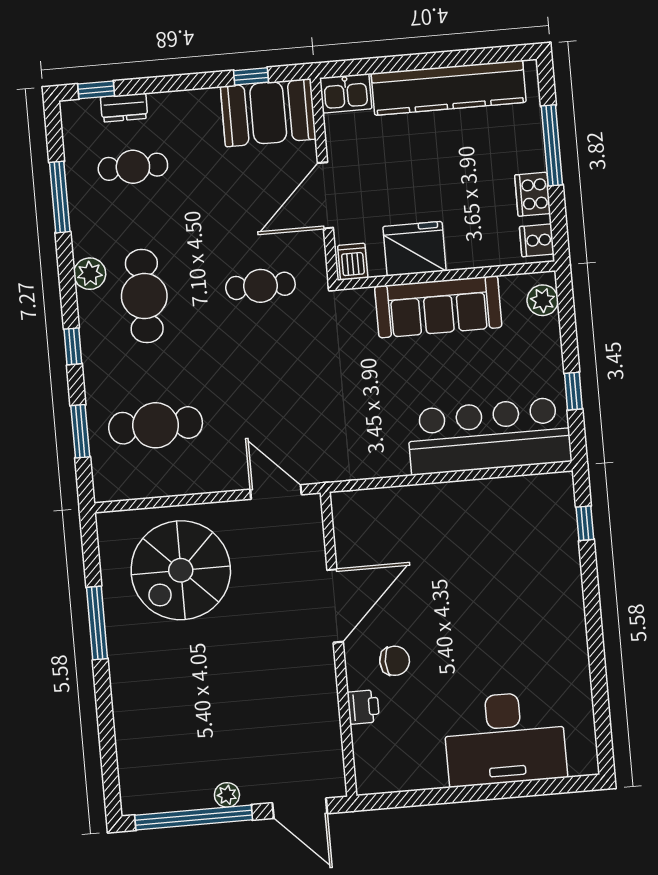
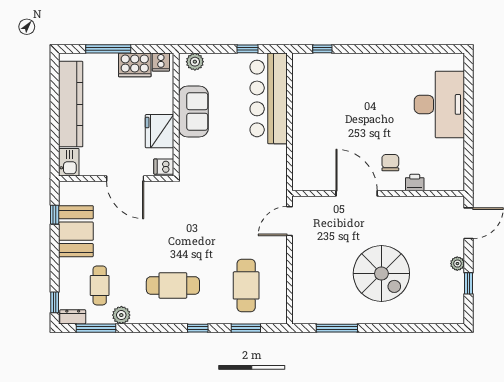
dresser: (124, 108) -> (73, 317), moved, turned -90
booth: (268, 113) -> (76, 231), moved
cooker: (533, 194) -> (135, 65), width x1.37, depth x1.31
window: (60, 197) -> (96, 328), moved
plant: (90, 274) -> (121, 315), moved
cafe table: (260, 286) -> (173, 220), removed
sofa: (438, 307) -> (193, 111), width x0.73
spiral stairs: (181, 570) -> (381, 274), moved
window: (97, 623) -> (337, 328), moved
window: (194, 818) -> (469, 283), width x0.32

